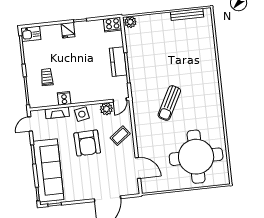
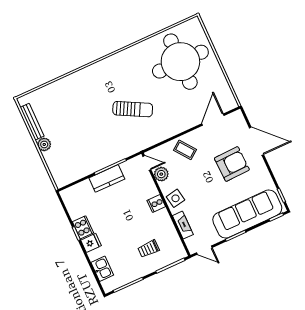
plant: (130, 22) -> (44, 144), moved
cooker: (113, 25) -> (83, 227), moved
kitchen sink: (31, 34) -> (102, 269), moved
cooker: (64, 98) -> (156, 203), moved
armchair: (87, 143) -> (232, 164), moved

